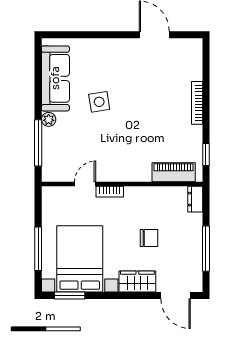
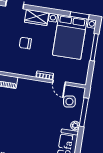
side table: (99, 102) -> (69, 102), moved
door: (85, 184) -> (59, 82), hinge flipped

